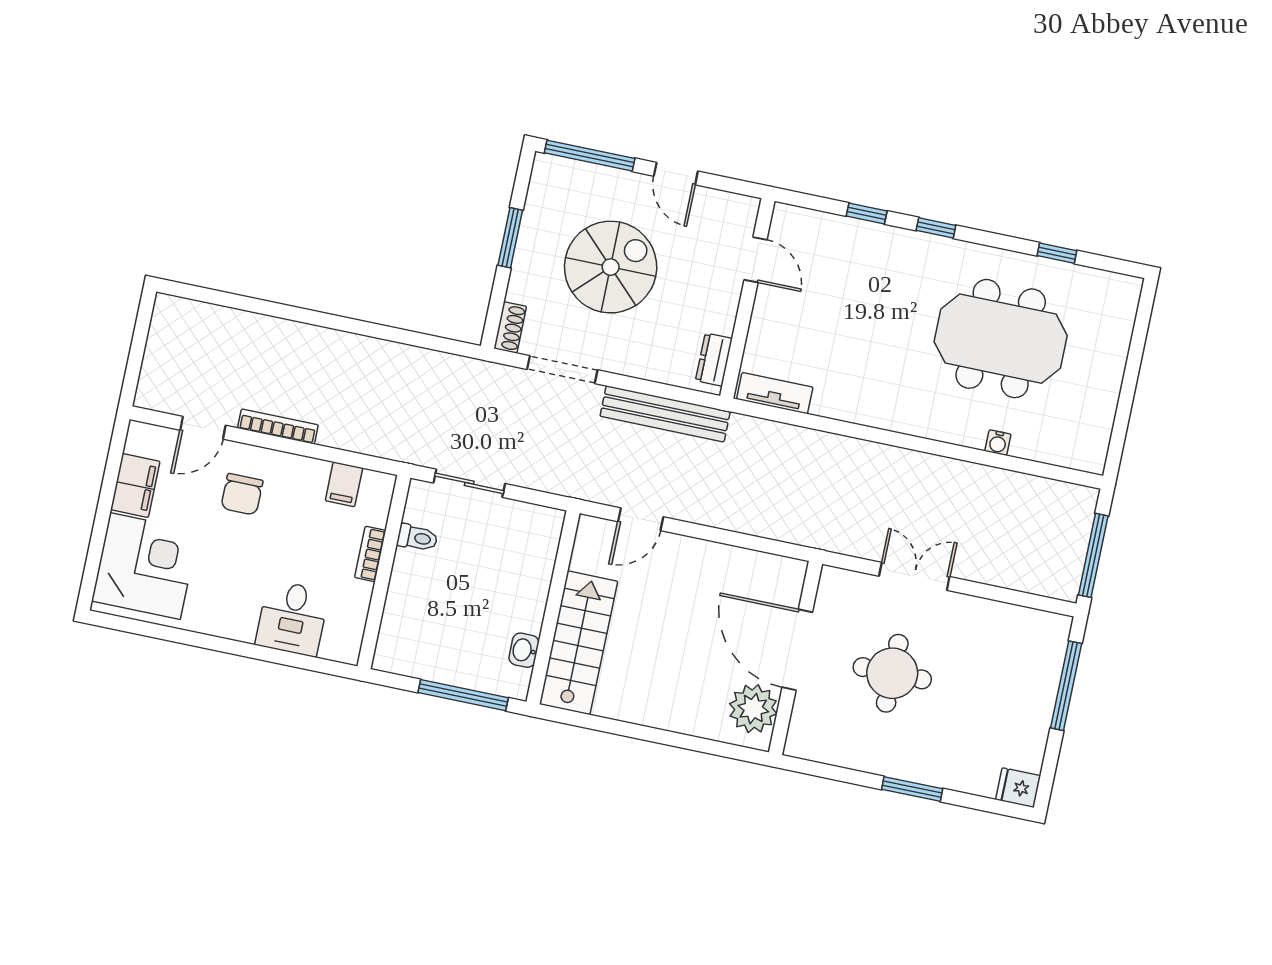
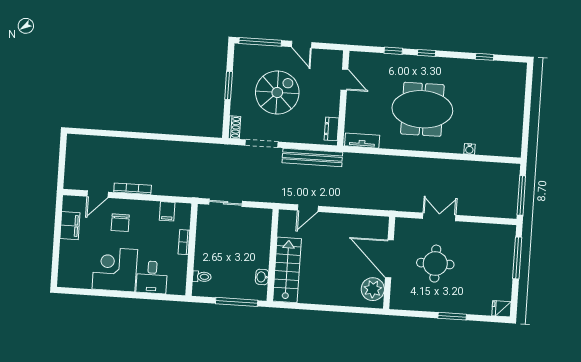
meeting table: (1001, 339) -> (422, 109), moved
toilet: (417, 538) -> (202, 277), moved
corner desk: (145, 566) -> (115, 269), moved, turned -90

